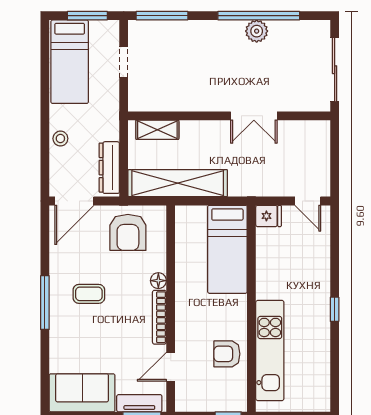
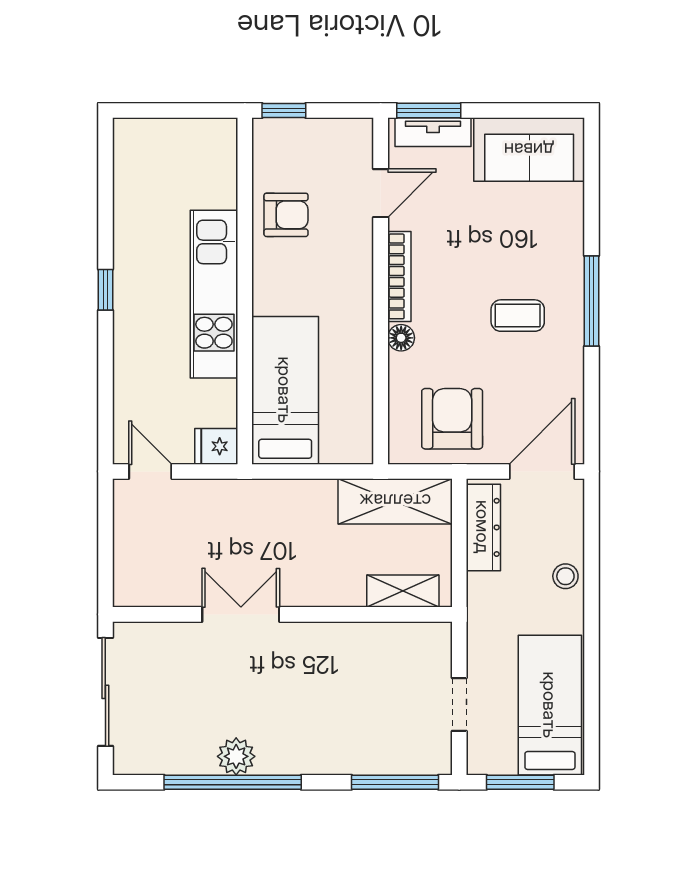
shelving: (178, 183) -> (395, 501), width x0.68
kitchen unit: (270, 351) -> (214, 294), moved

